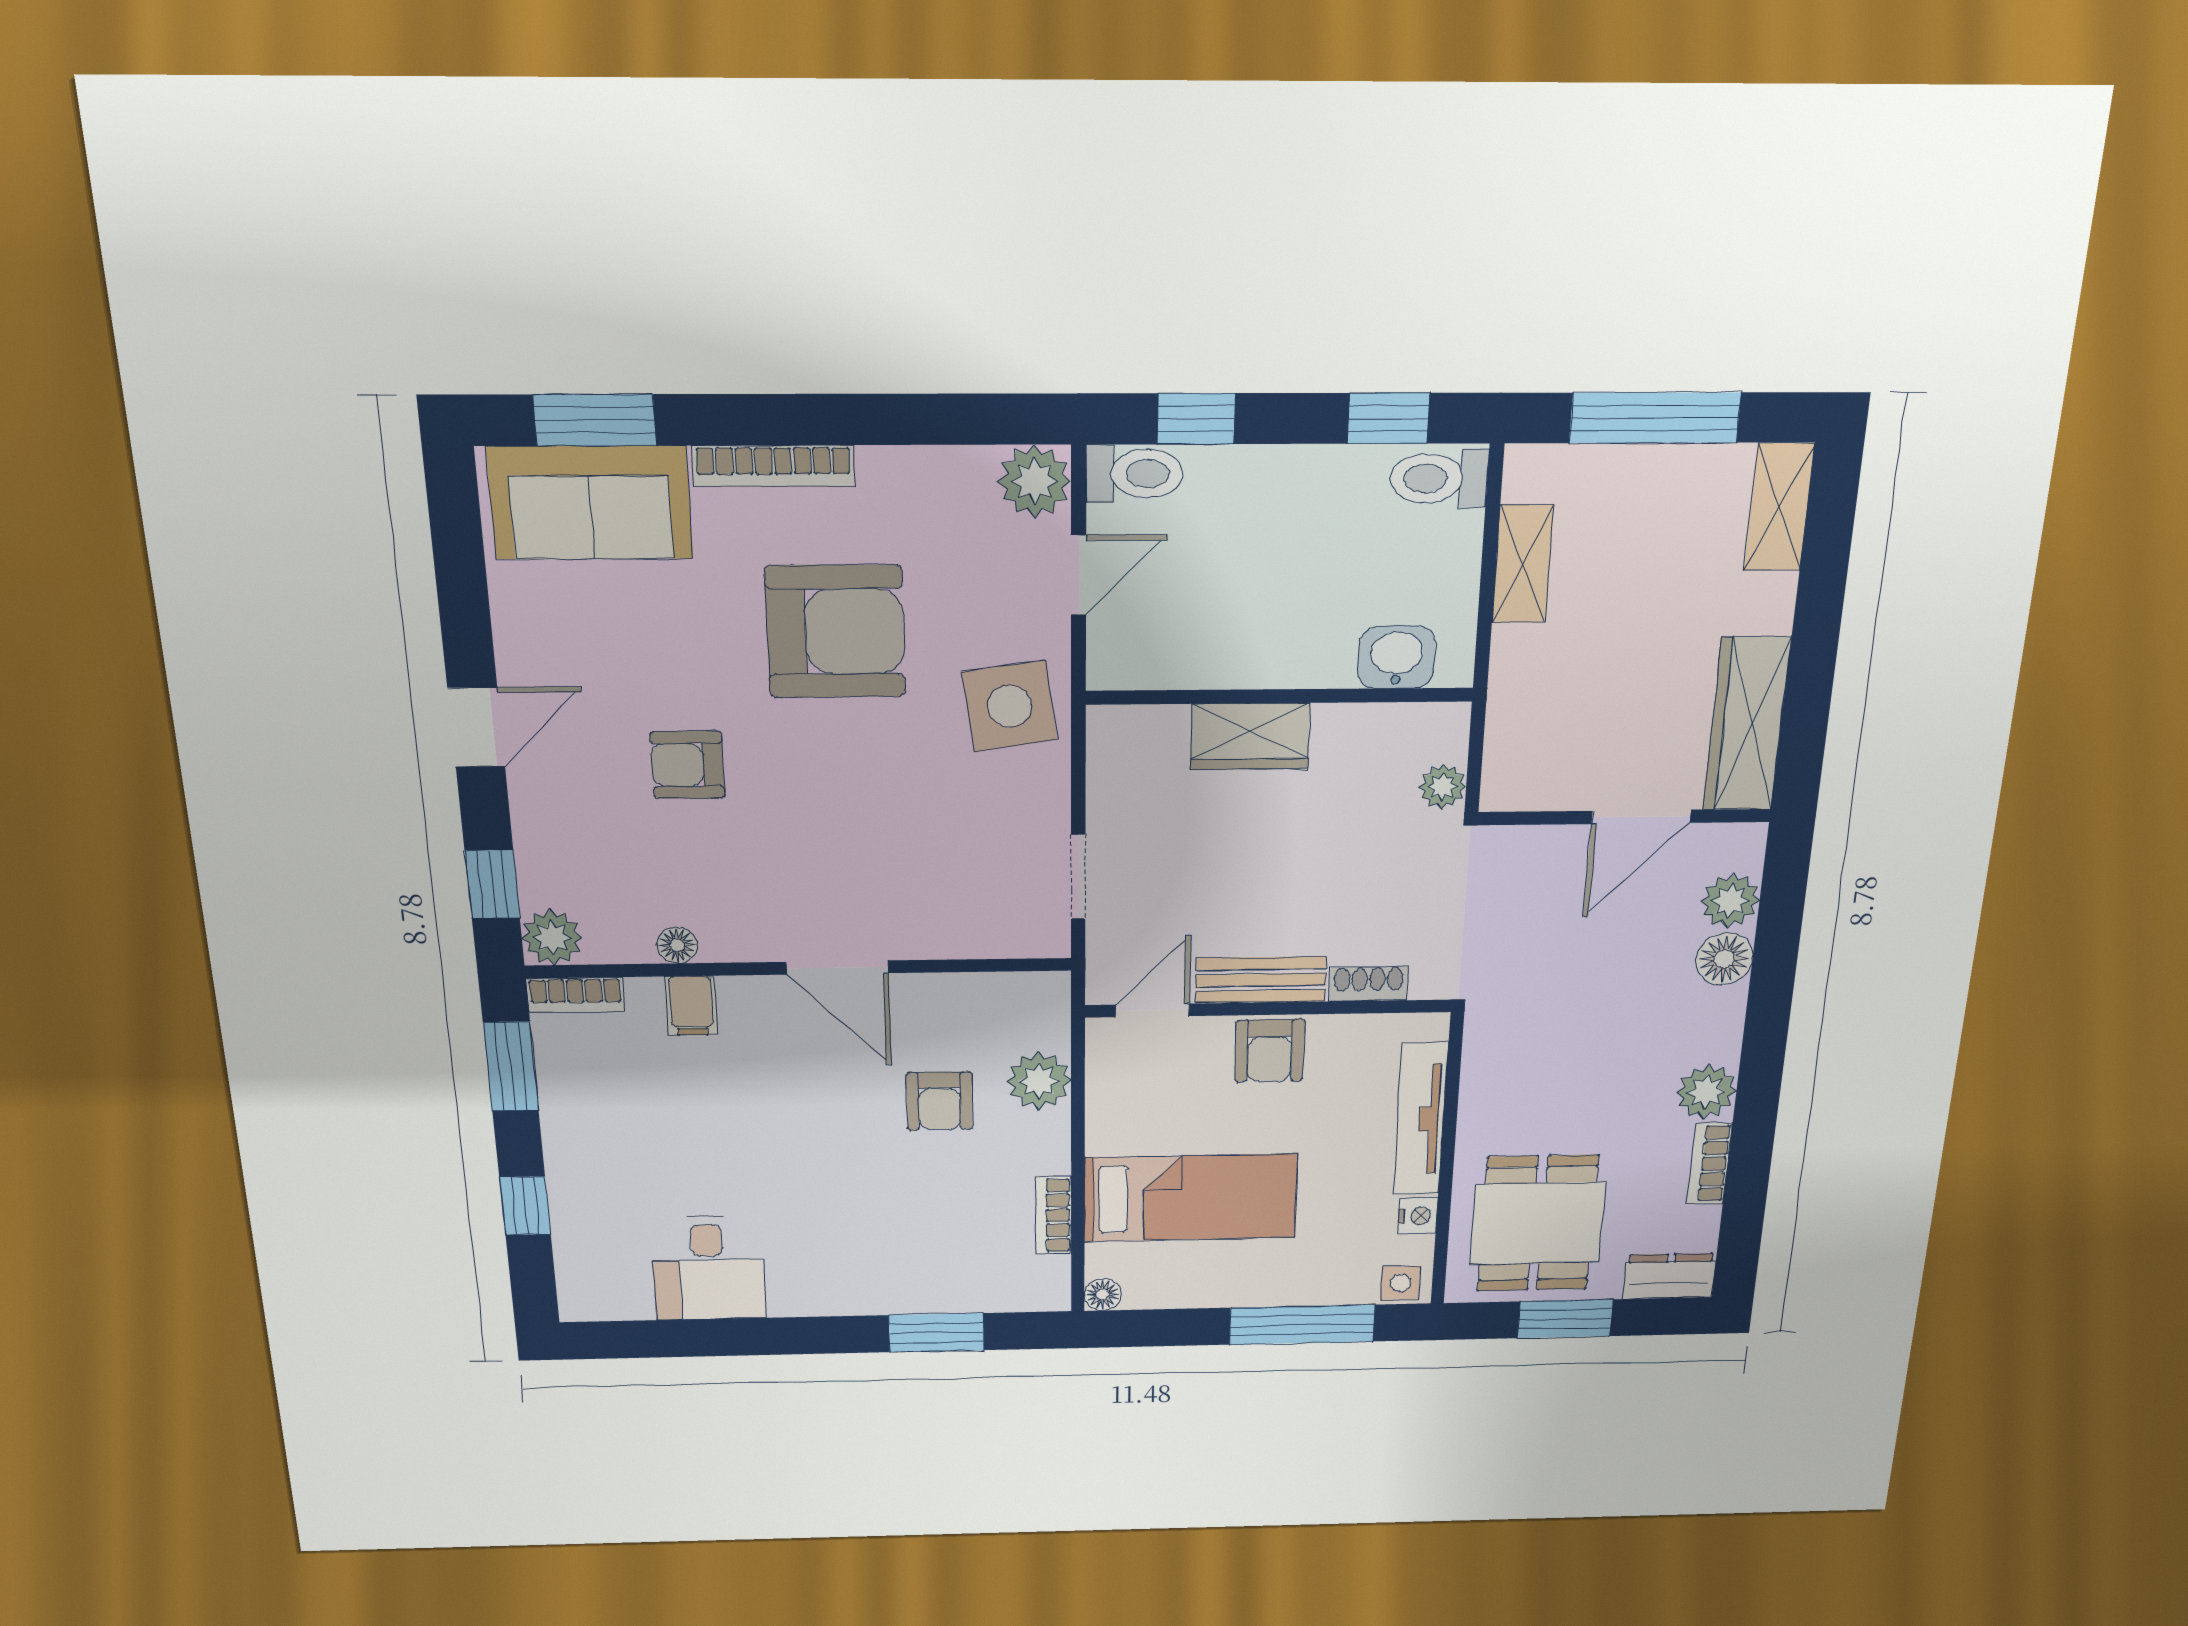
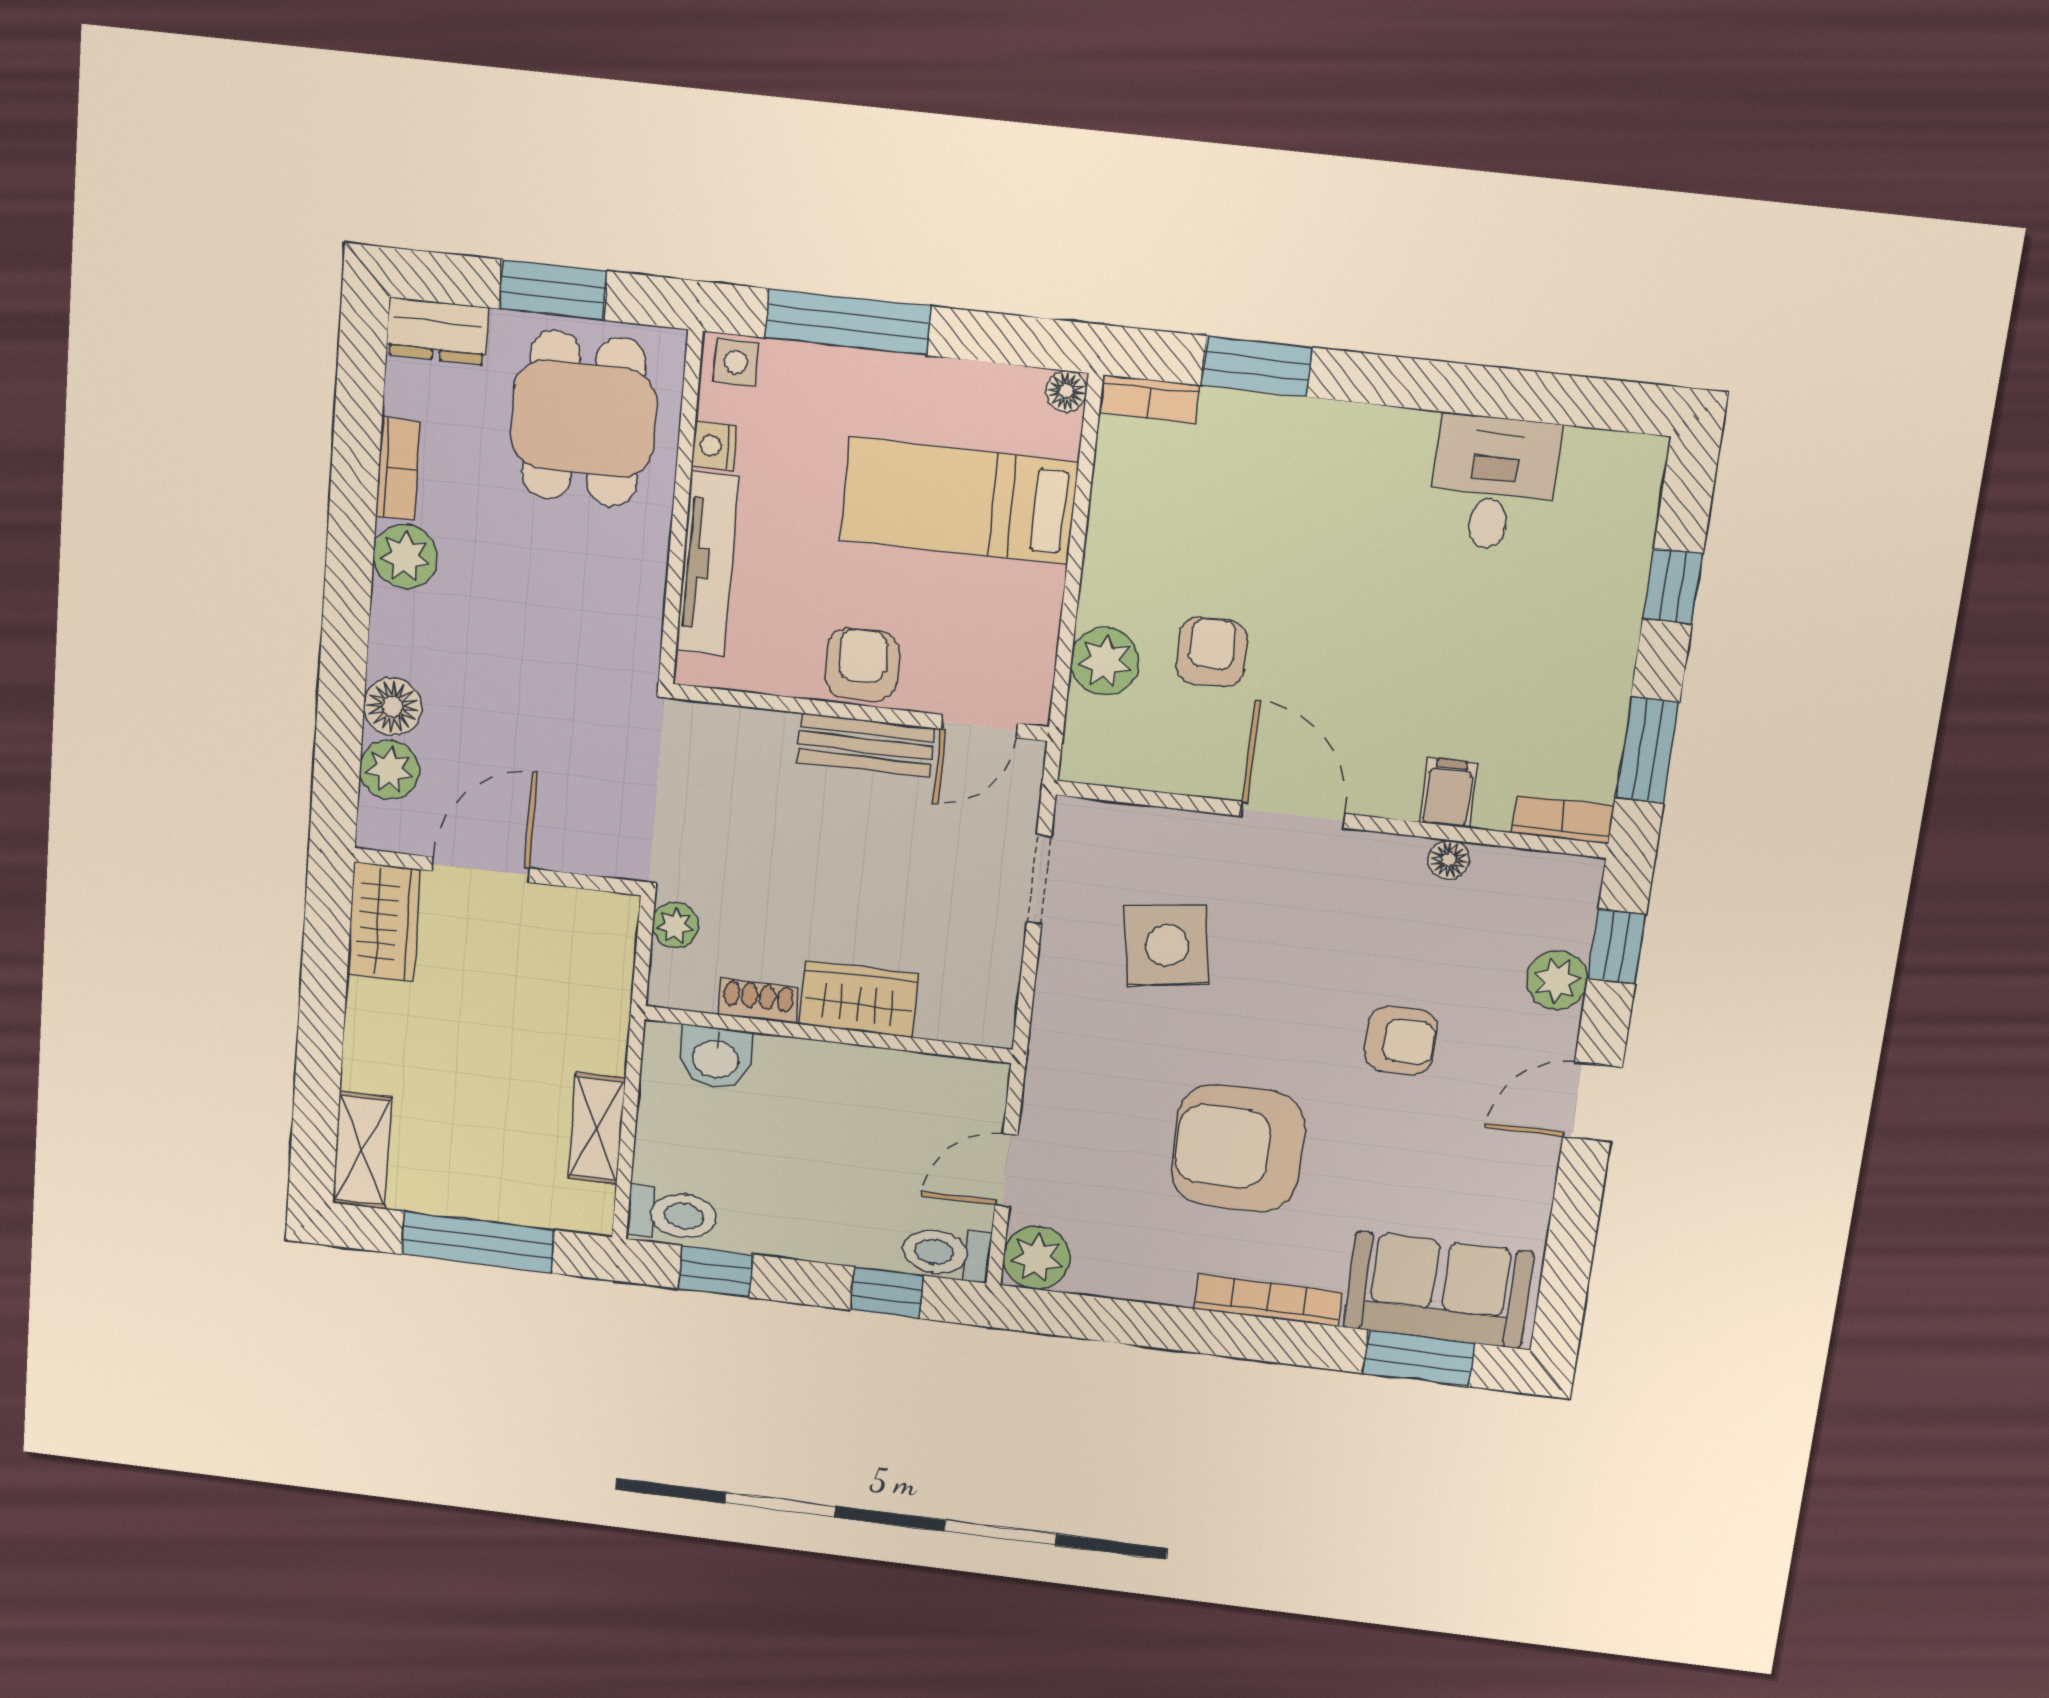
side table: (1010, 706) -> (1167, 945), moved
wardrobe: (1747, 724) -> (383, 922), width x0.67
plant: (552, 938) -> (1557, 980), moved
shoe rack: (1368, 984) -> (758, 1001), moved, turned 180
bookcase: (1054, 1215) -> (1149, 399), moved, turned 90

